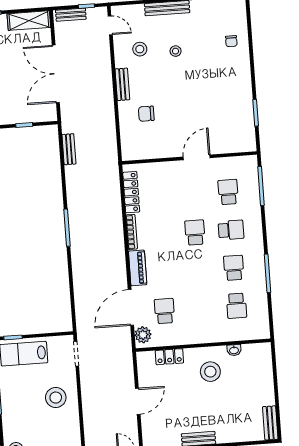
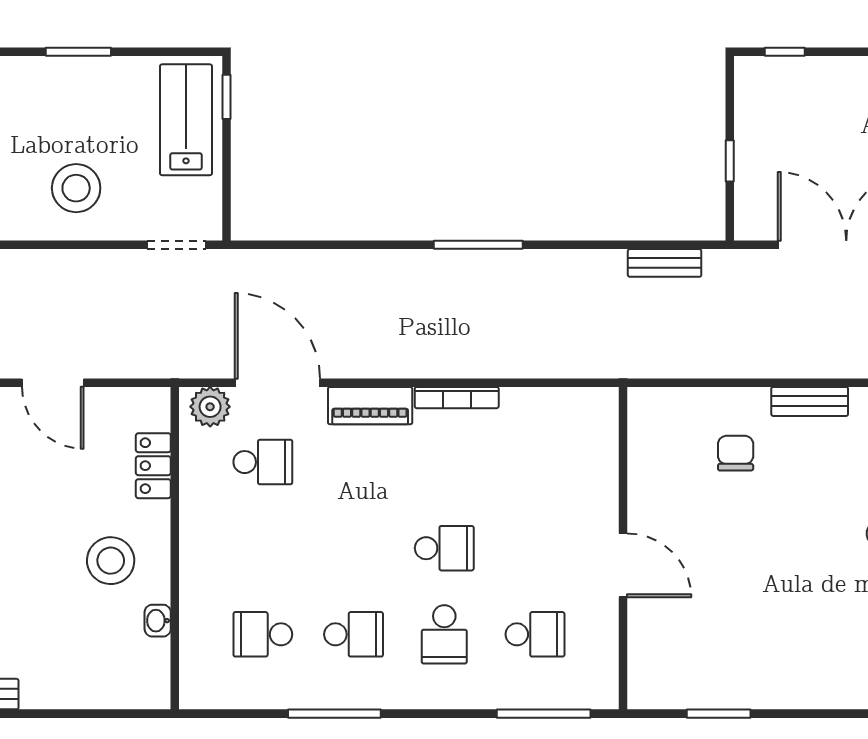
locker: (131, 192) -> (552, 403), removed

